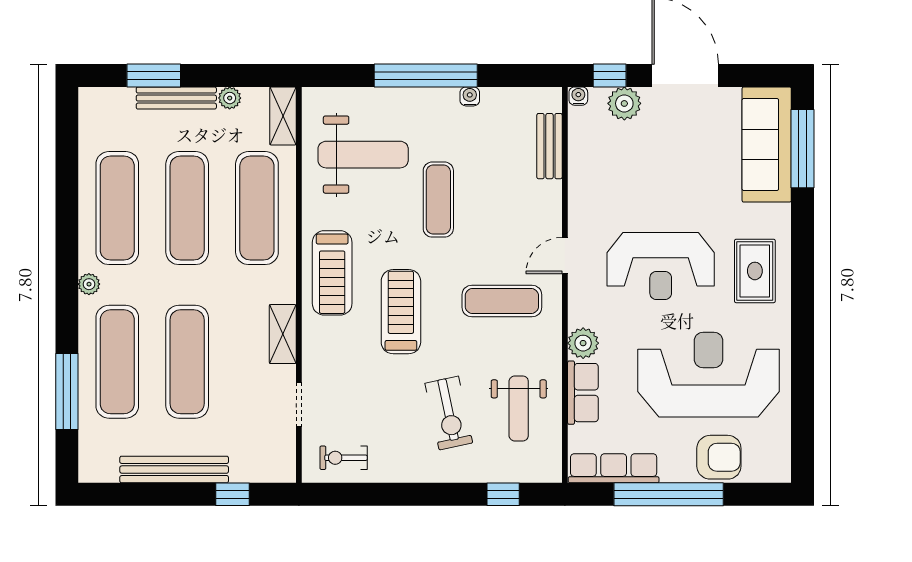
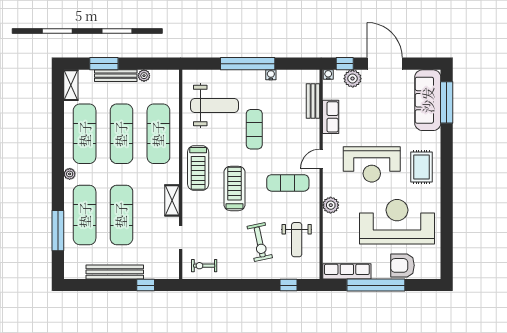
shelving: (283, 116) -> (71, 85), moved
row of seats: (583, 393) -> (331, 117), moved
armchair: (719, 457) -> (403, 265), turned 180

